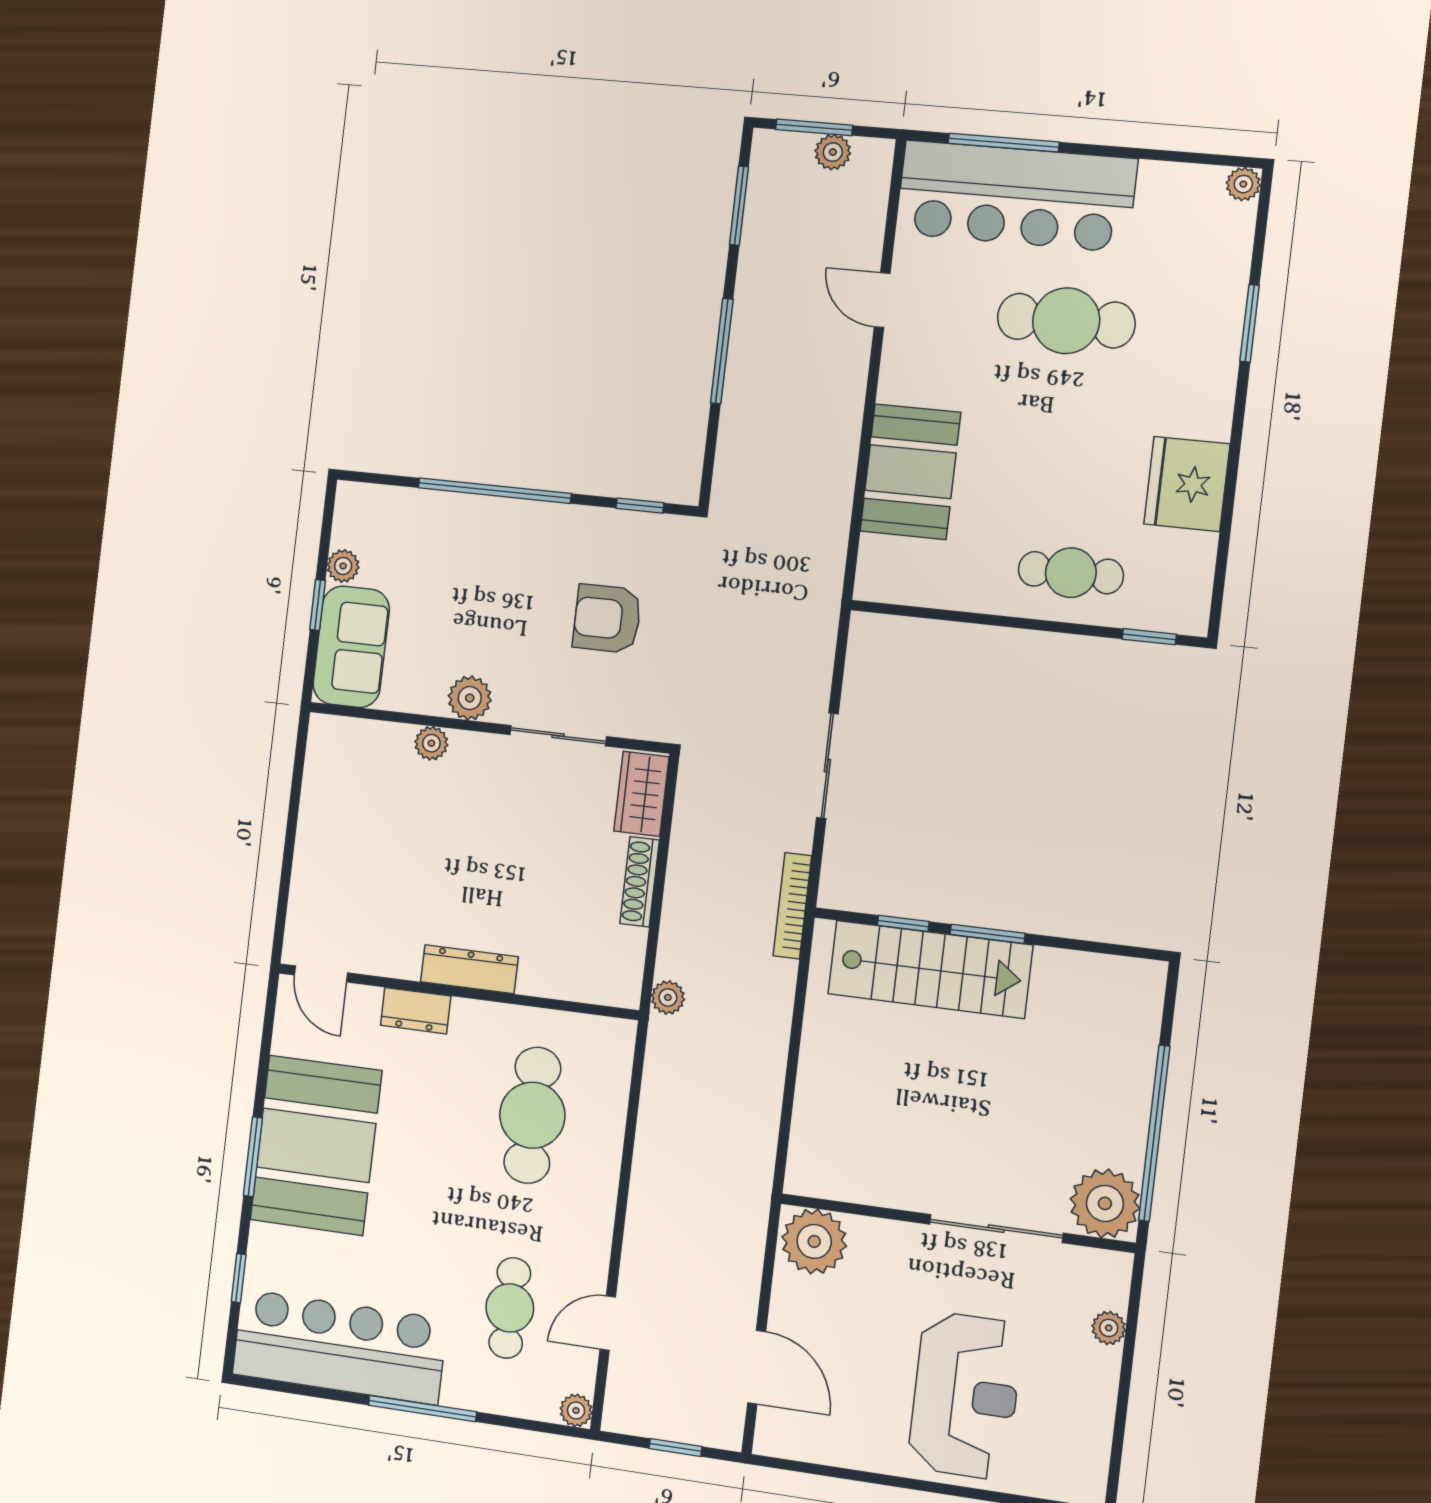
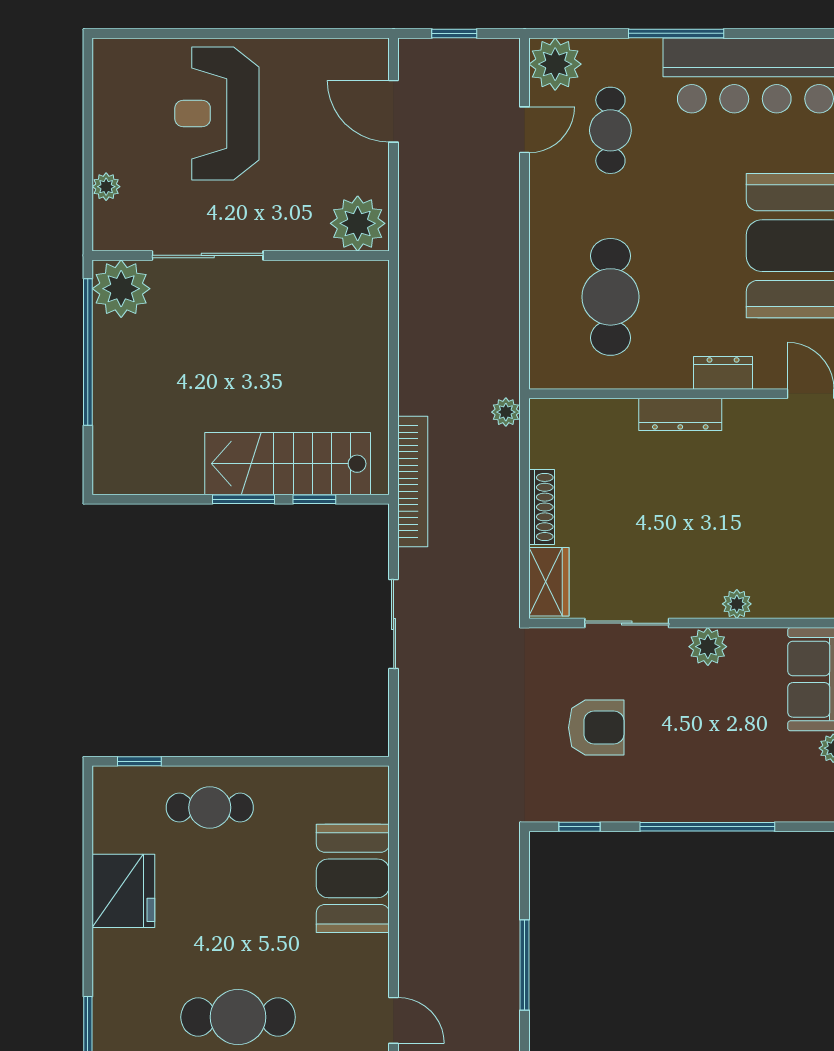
bookcase: (792, 906) -> (413, 482), width x1.48, depth x1.31
plant: (576, 1410) -> (555, 64), width x1.88, depth x1.88

